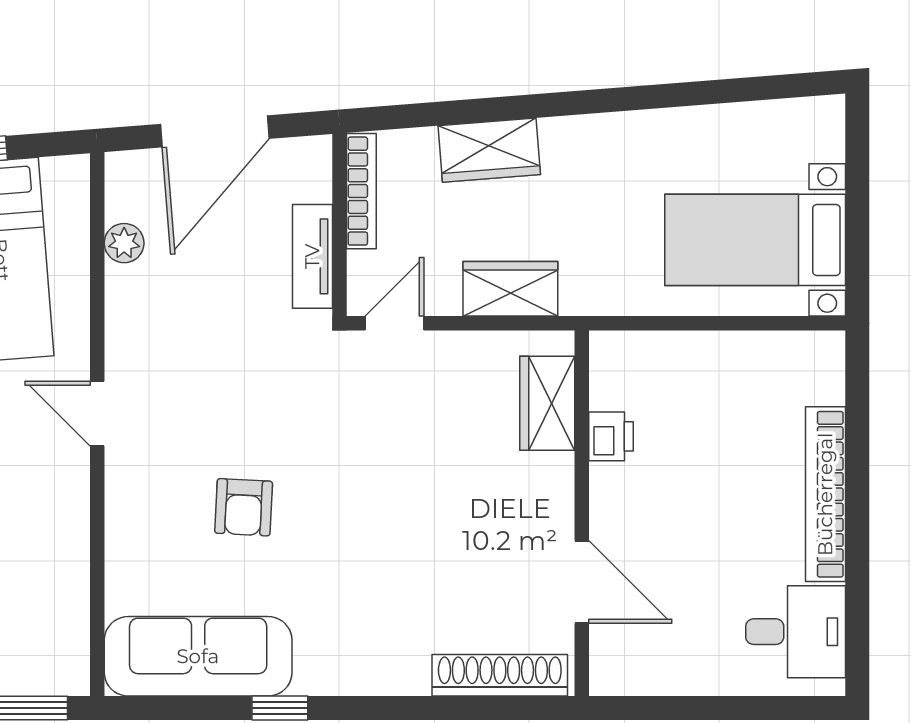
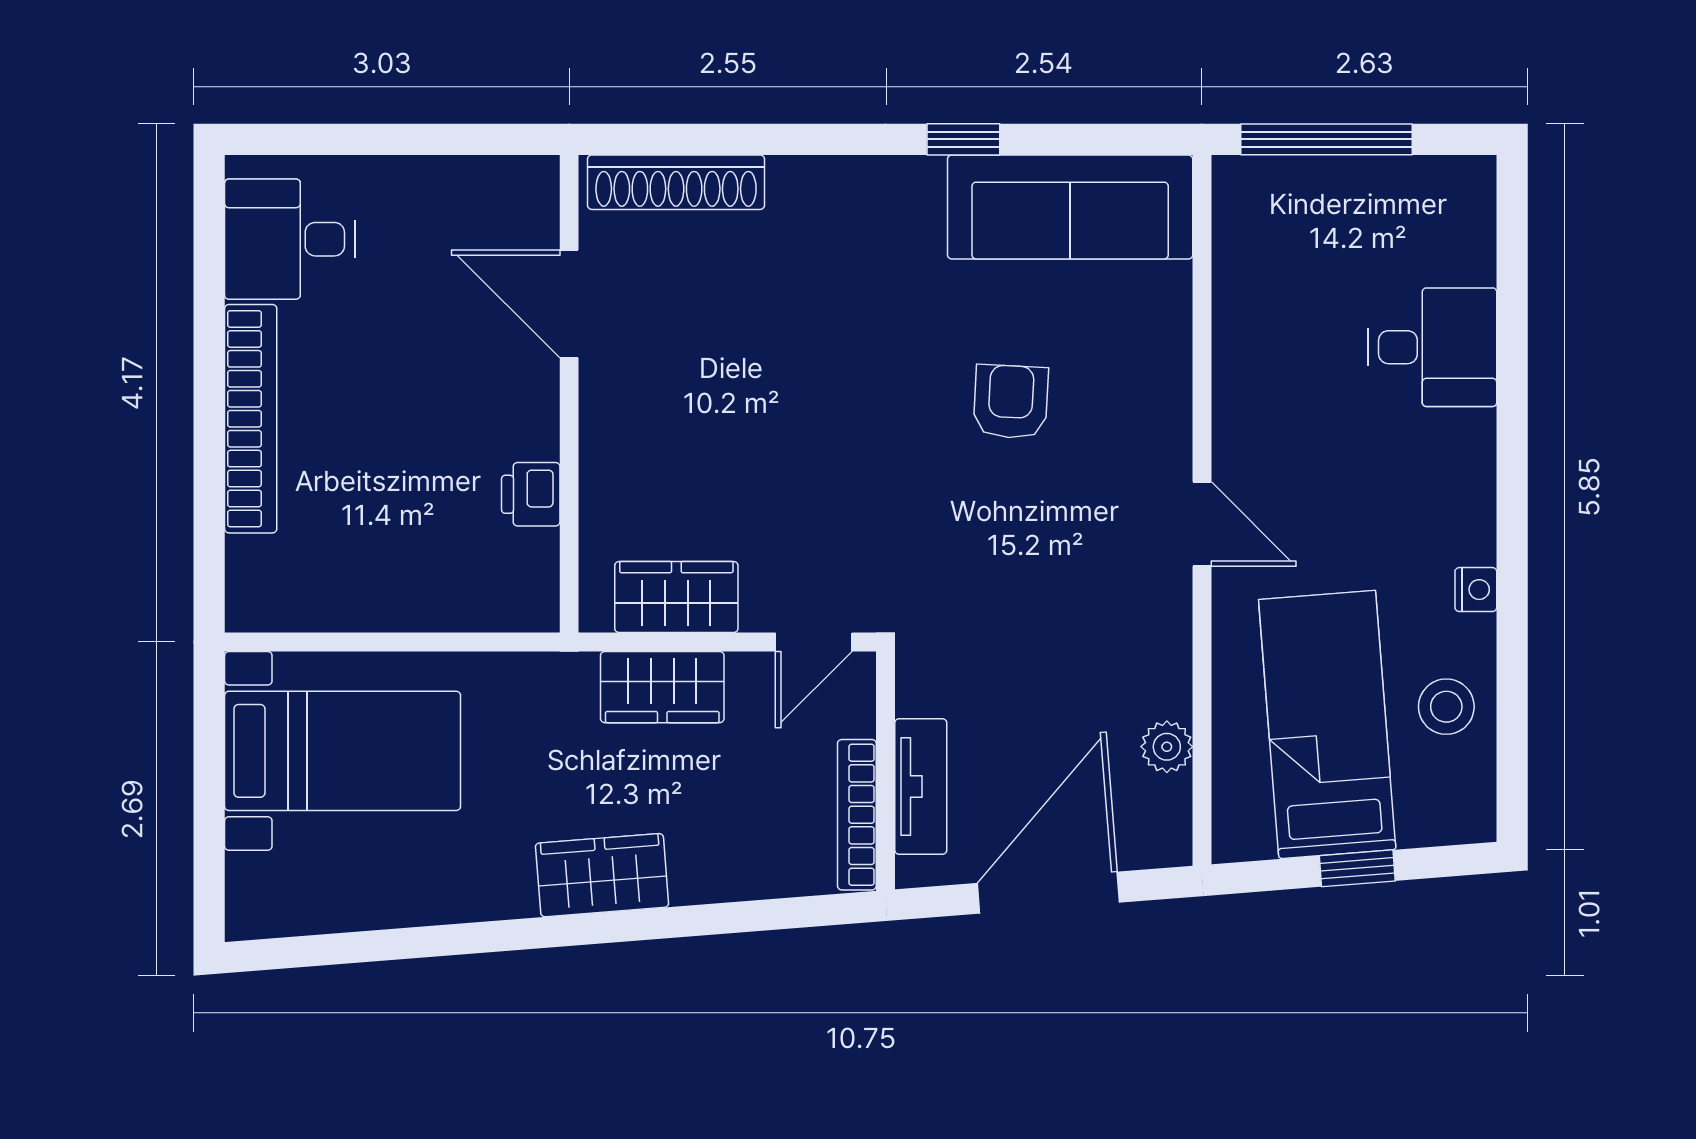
wardrobe: (489, 150) -> (602, 875), moved
tv unit: (312, 256) -> (921, 787), moved
wardrobe: (547, 403) -> (676, 597), moved, turned -90

